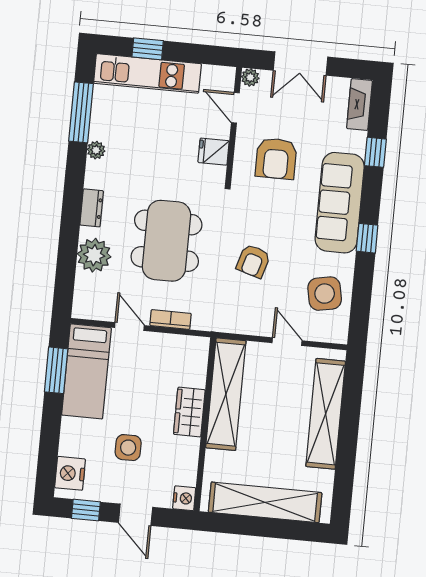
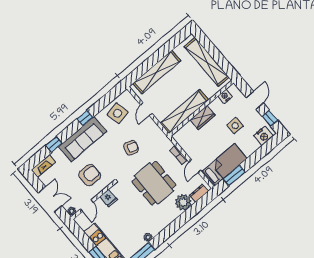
dresser: (92, 208) -> (199, 193), moved
dining table: (166, 241) -> (154, 183), turned 90
nightstand: (184, 498) -> (225, 96), moved

